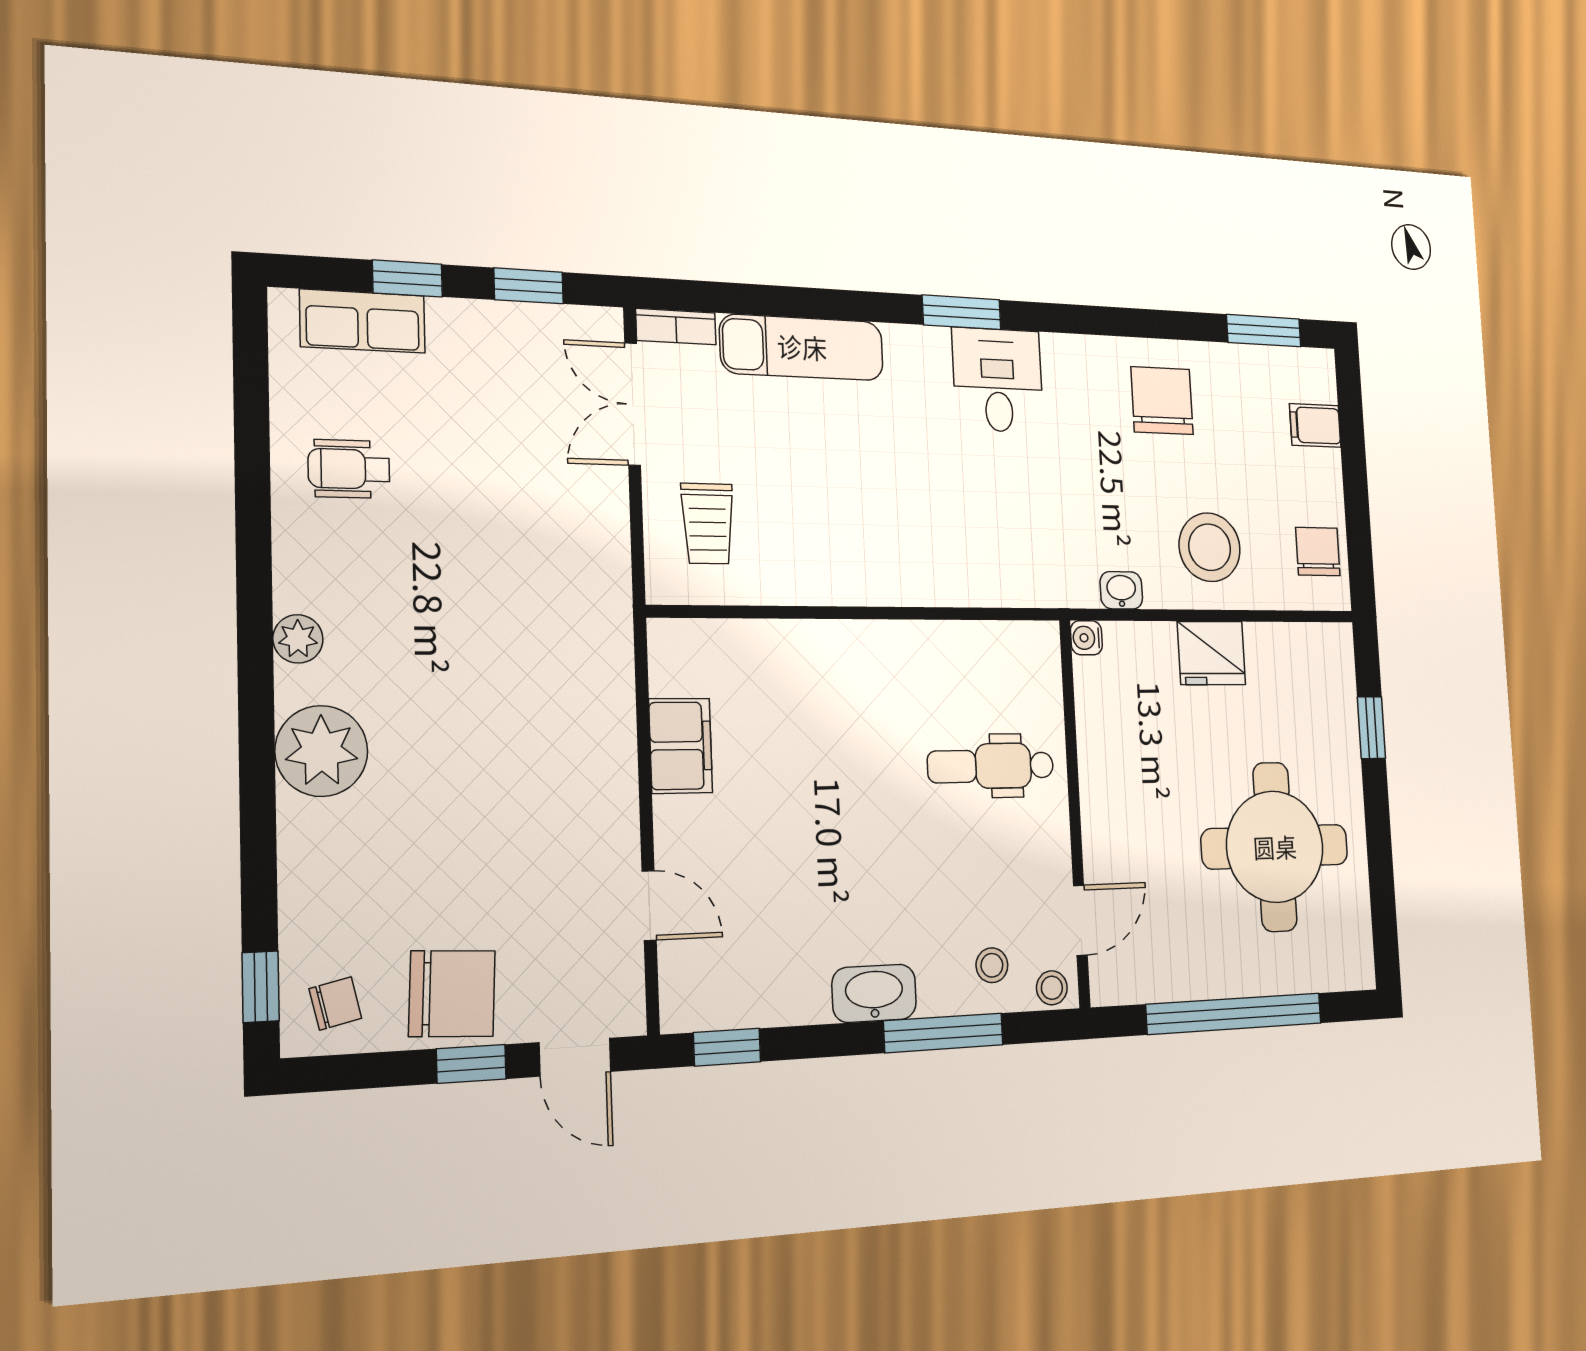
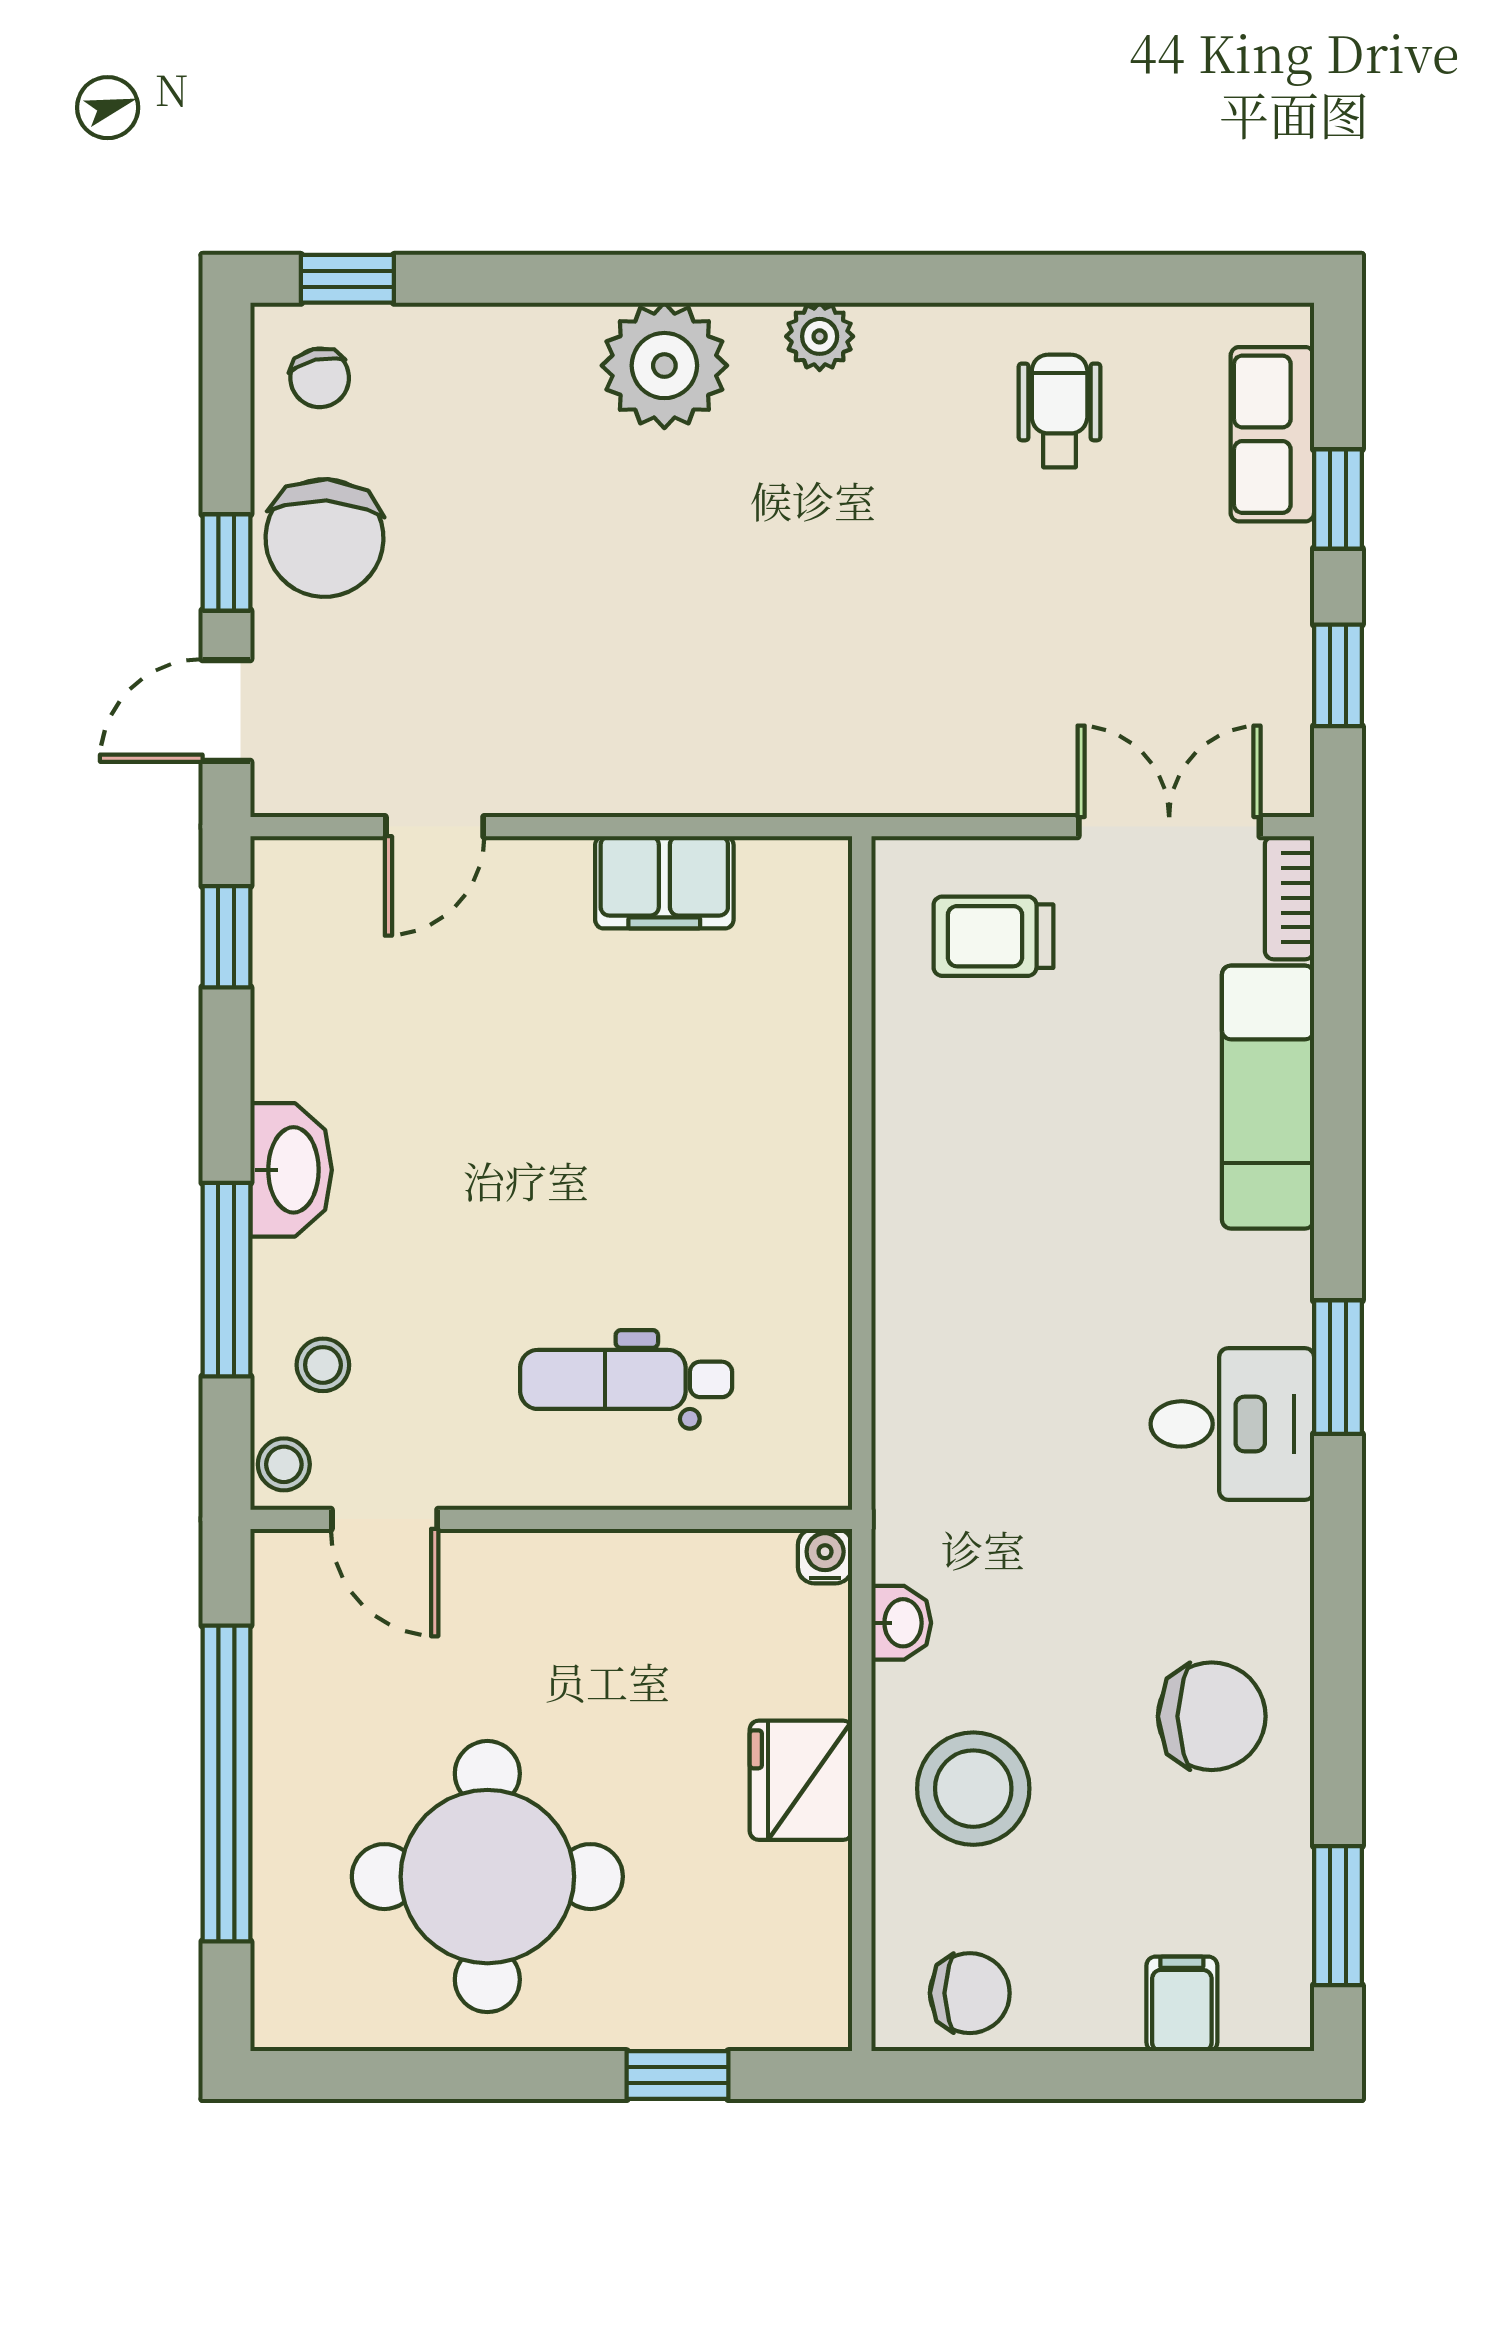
dental chair: (991, 766) -> (626, 1379), turned -90

